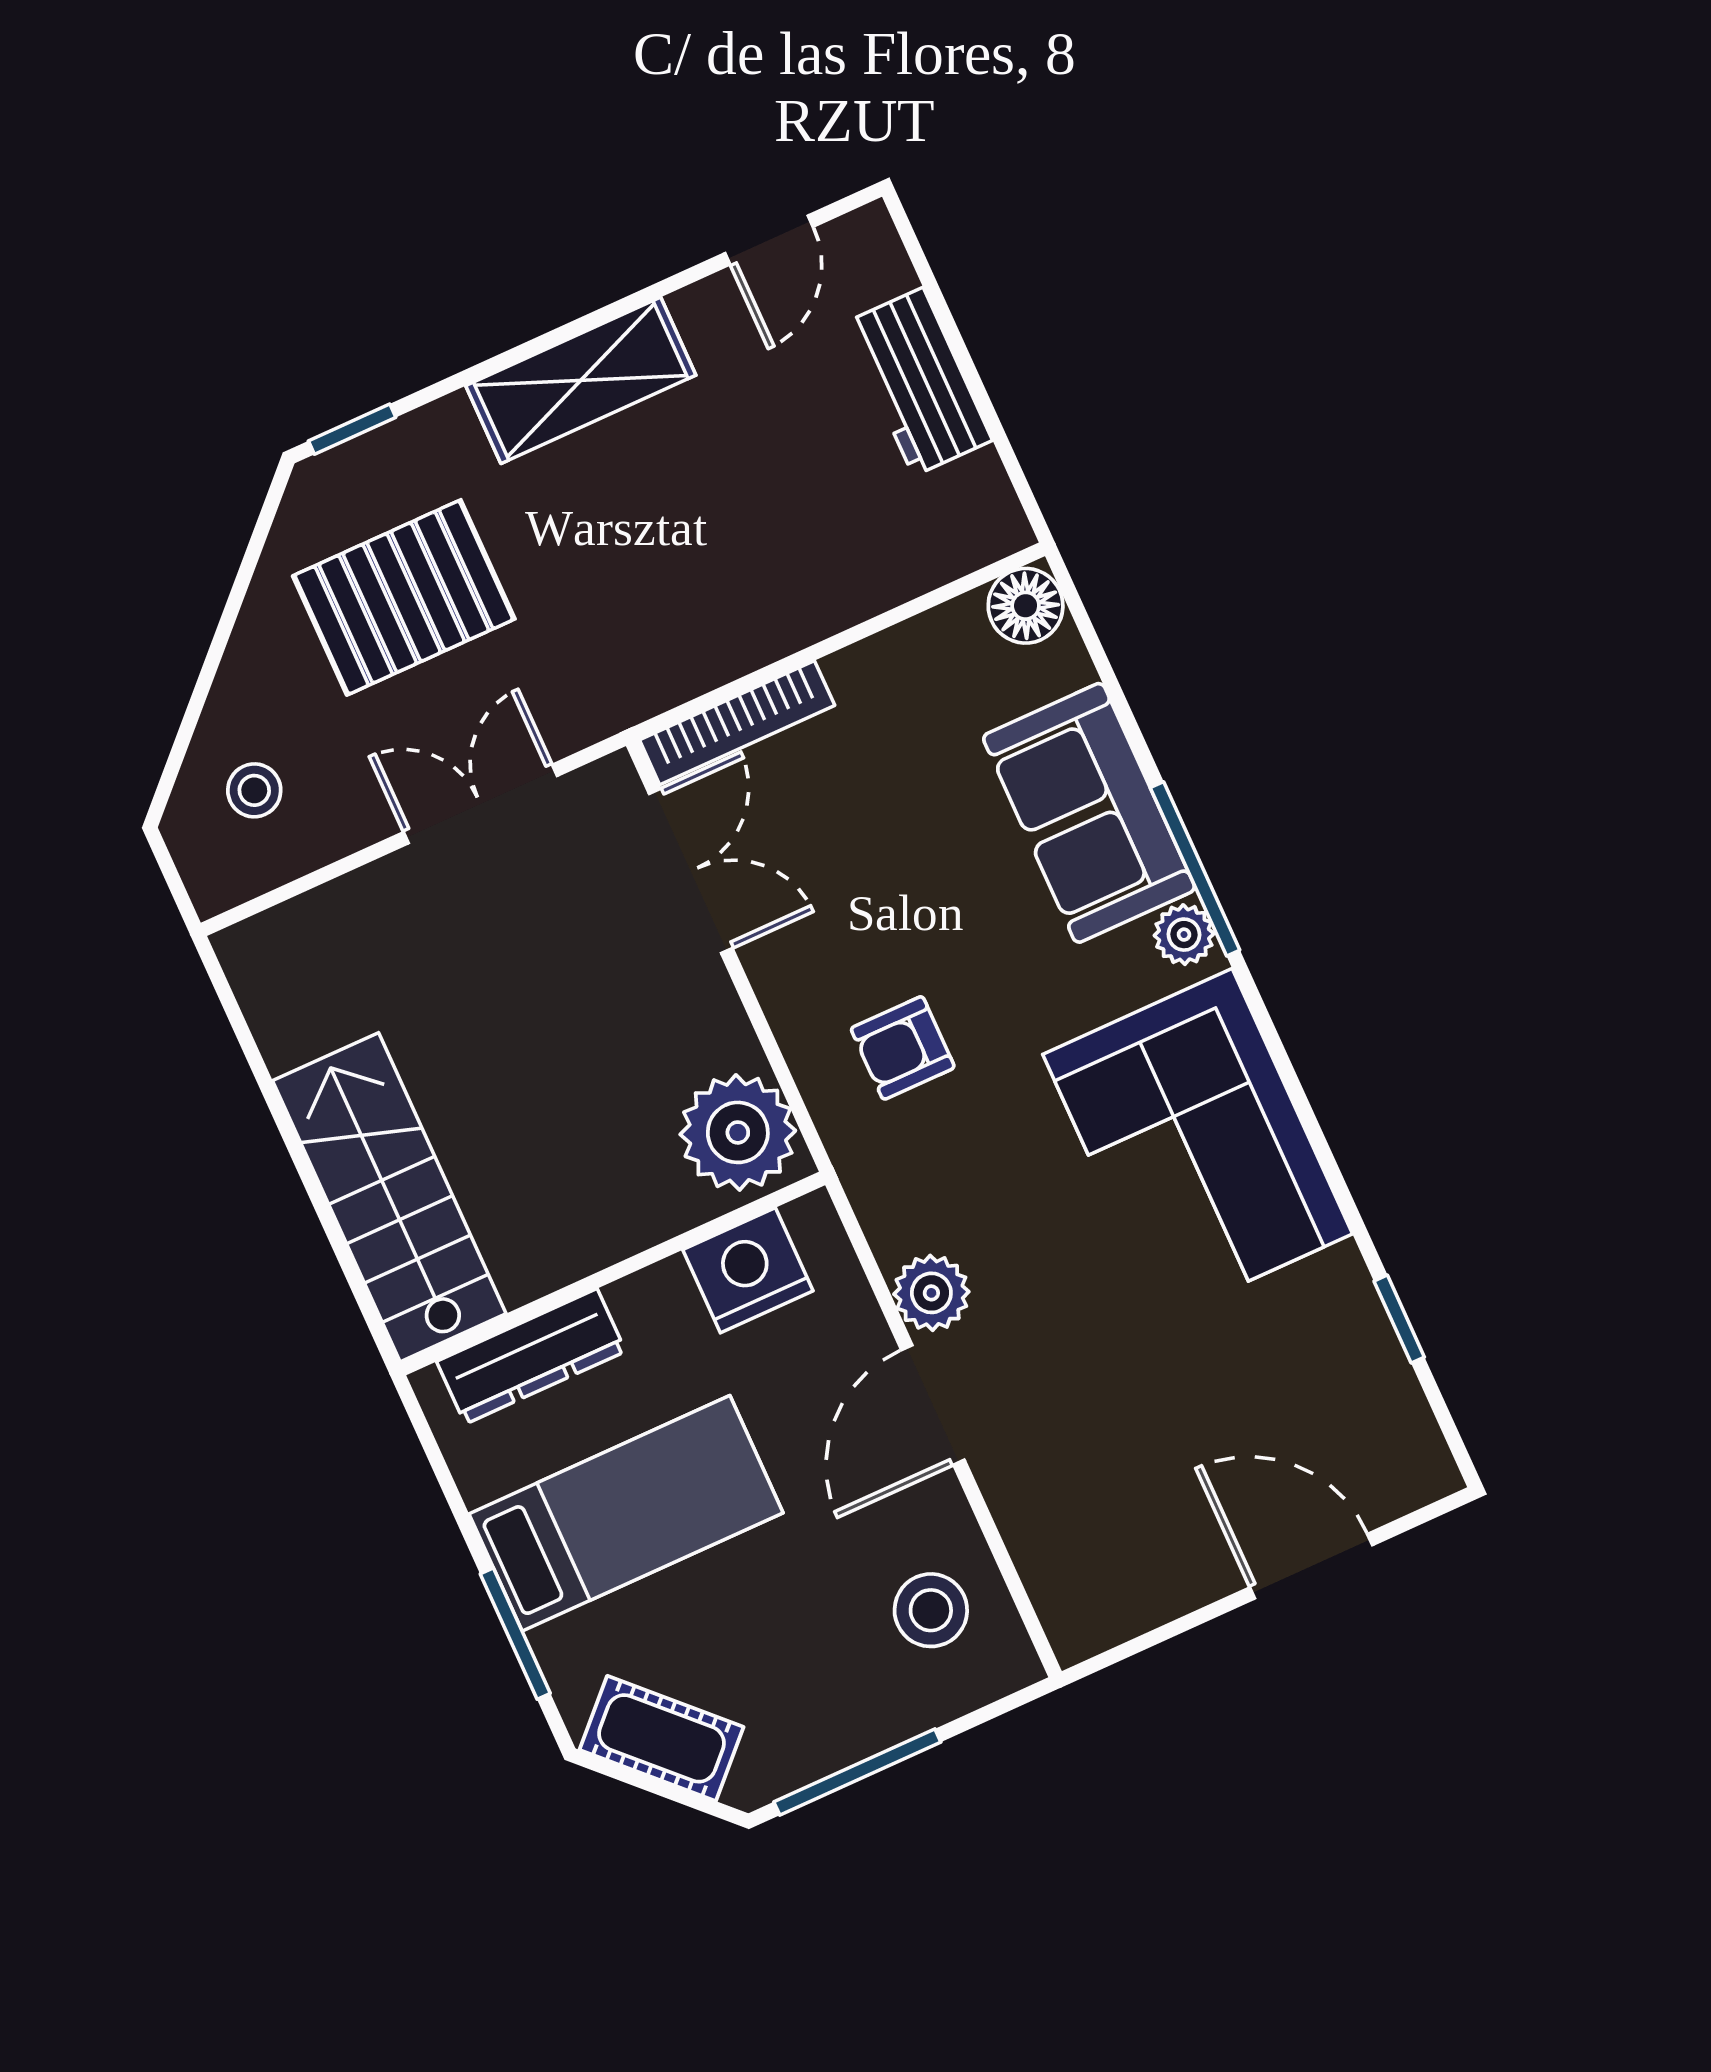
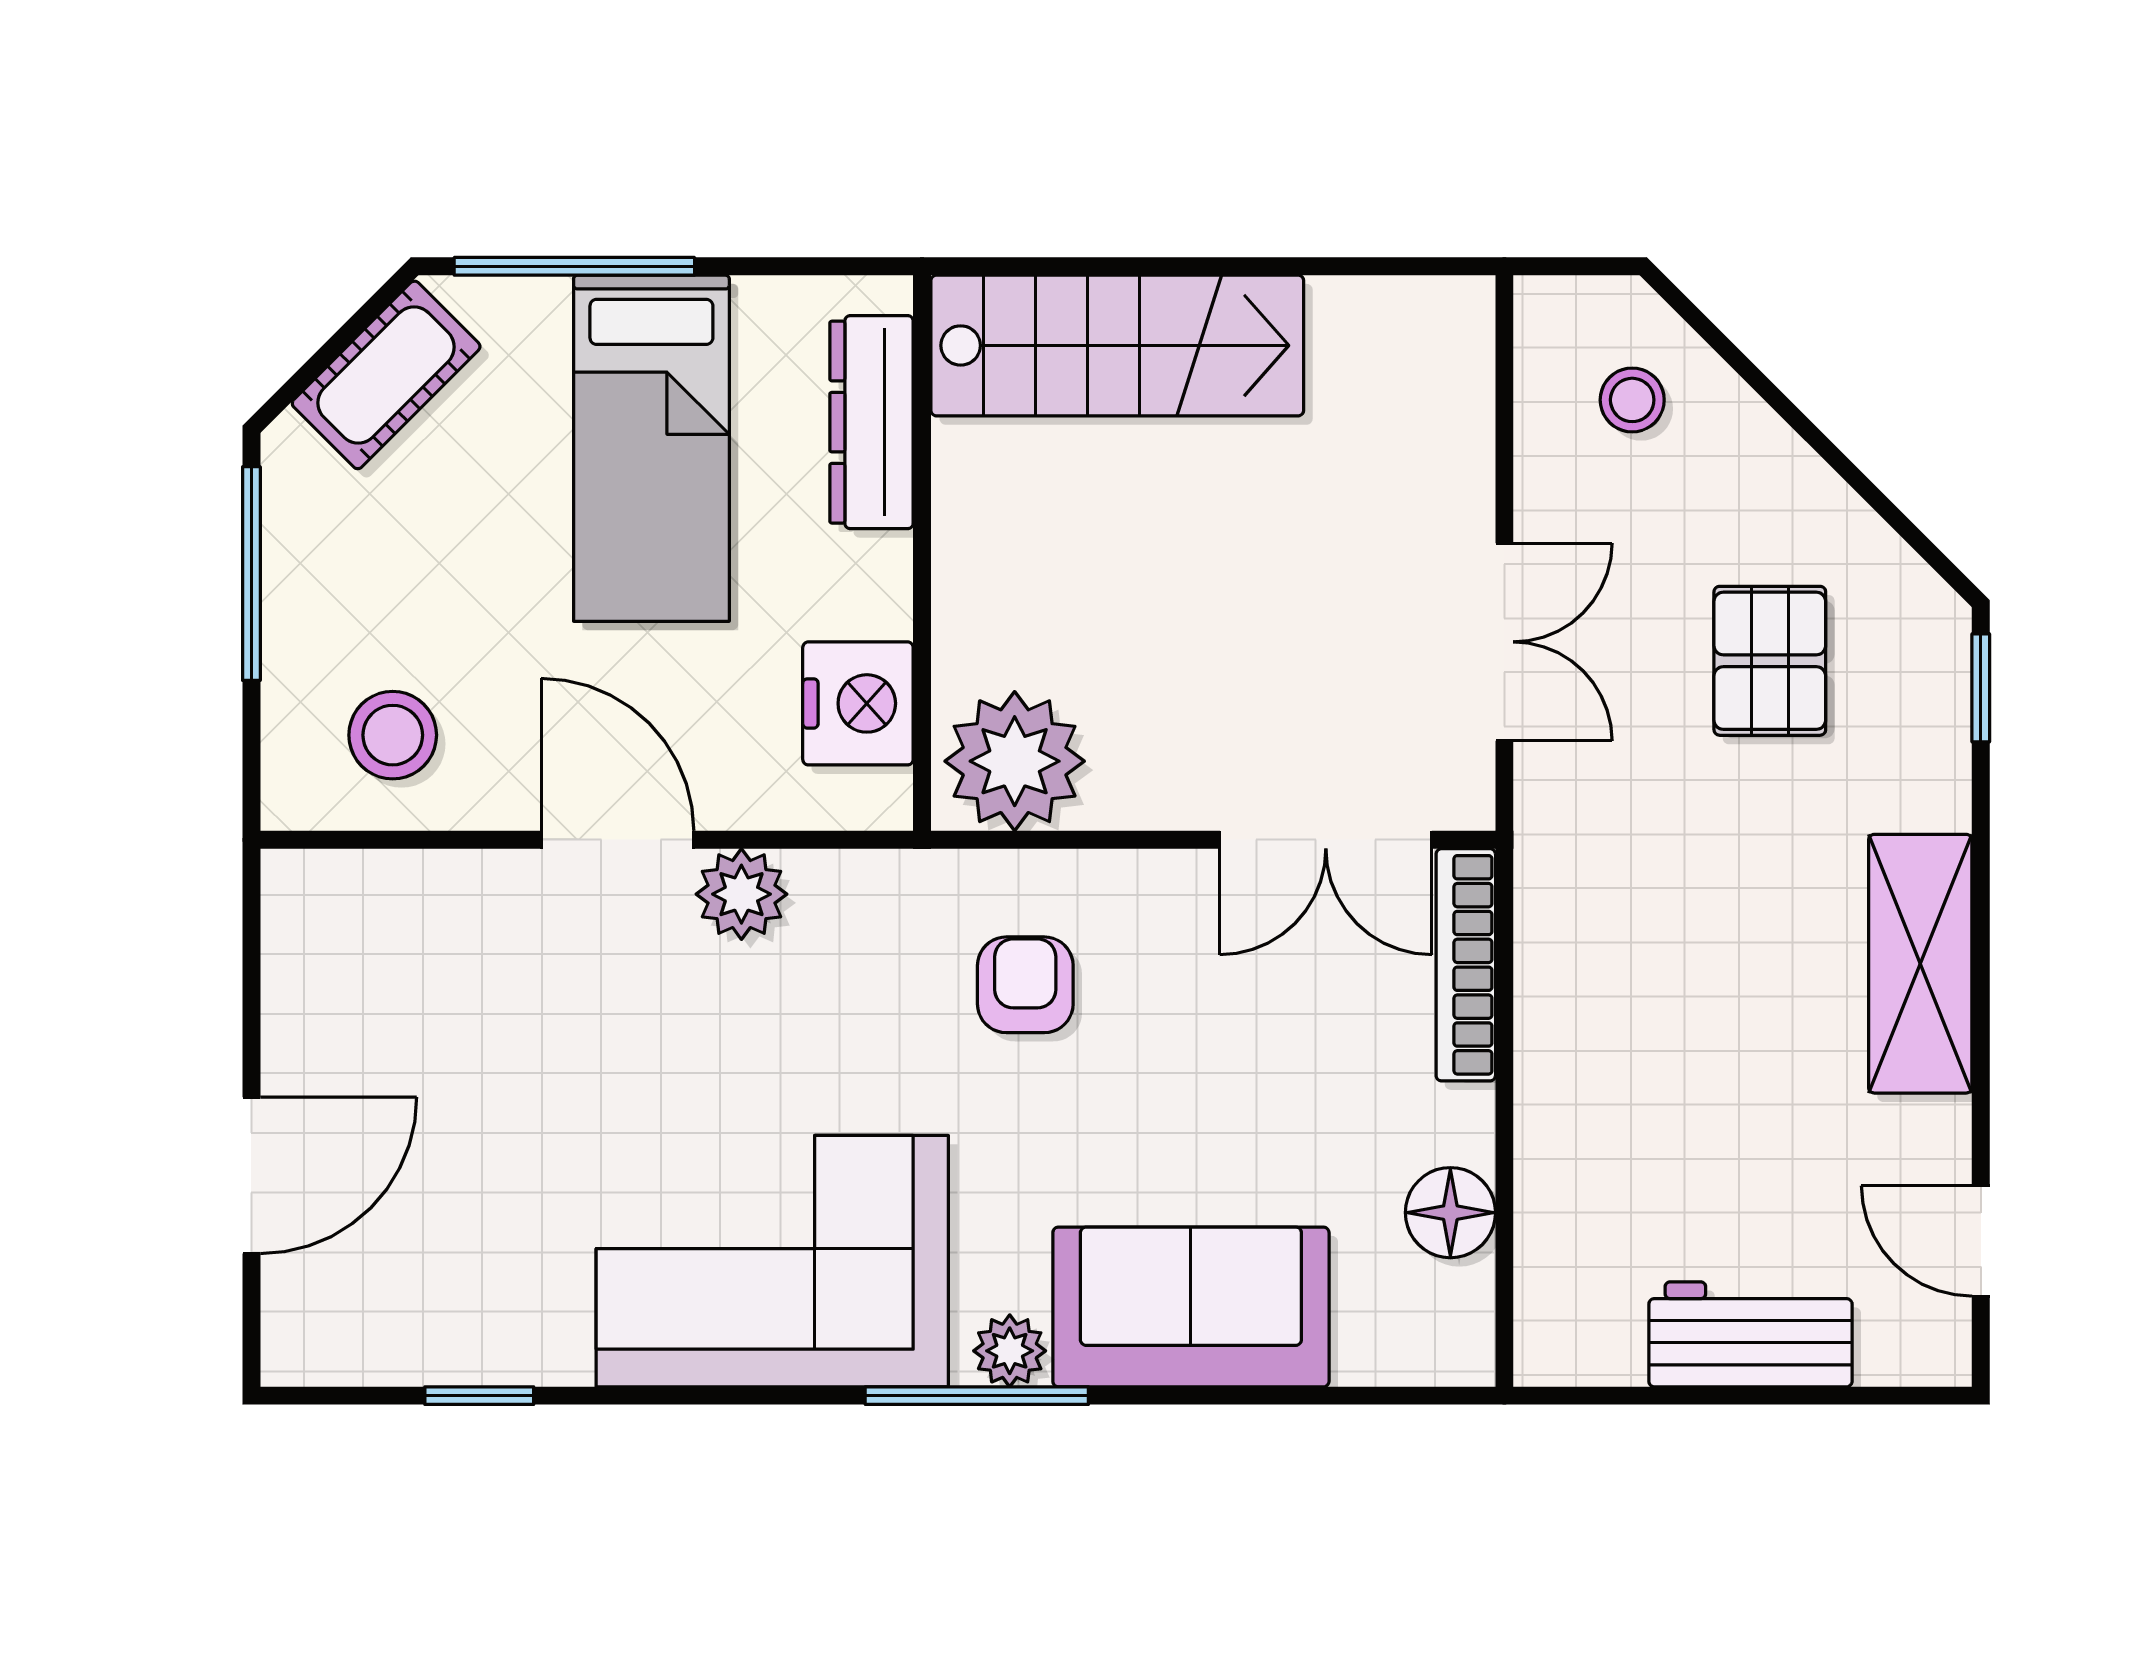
pallet: (404, 597) -> (1770, 661), width x0.67, depth x0.71
floor lamp: (1026, 606) -> (1450, 1213), moved
window: (1195, 869) -> (977, 1396), moved
window: (515, 1634) -> (574, 266), width x1.44

